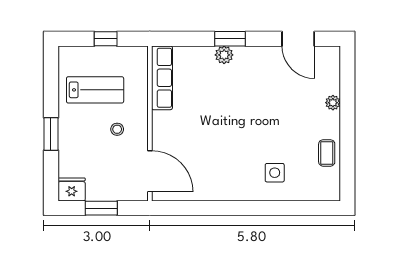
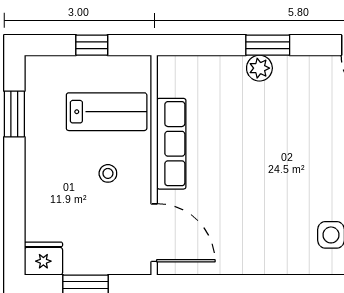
row of seats: (162, 78) -> (171, 144), moved
lab bench: (95, 90) -> (107, 112), moved
window: (51, 134) -> (14, 114), moved

